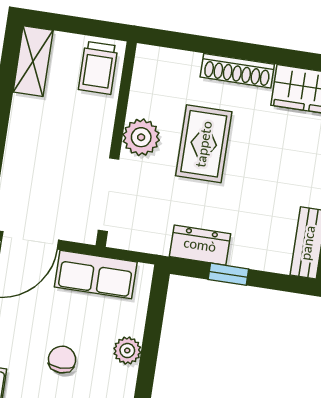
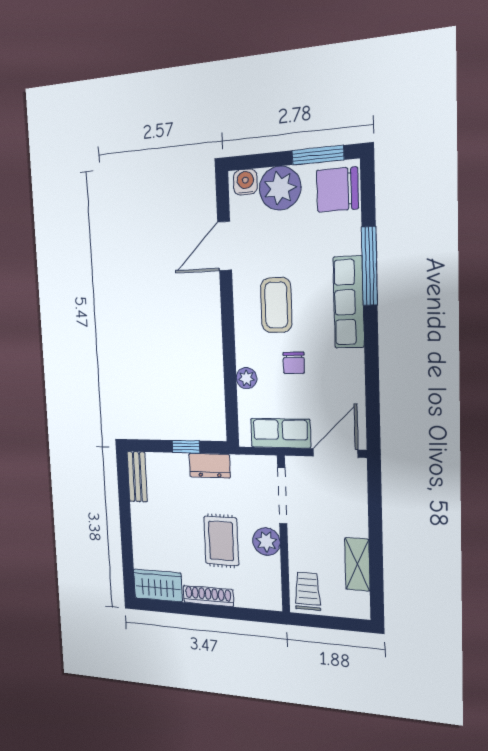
shelving: (33, 61) -> (357, 564), moved

